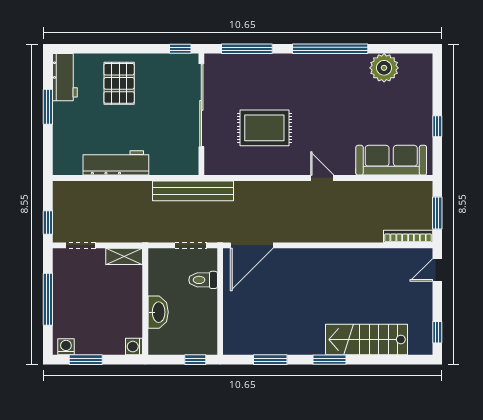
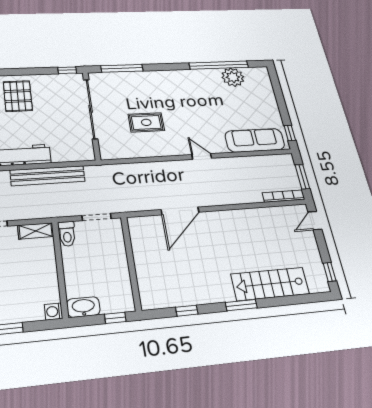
window: (330, 49) -> (219, 65), moved
window: (437, 126) -> (290, 133), moved
rug: (264, 128) -> (146, 122), width x0.73, depth x0.70
bench: (193, 191) -> (48, 176), moved
door: (252, 245) -> (180, 211), moved
toilet: (203, 280) -> (67, 234), moved, turned -90
washbasin: (158, 312) -> (83, 307), moved, turned -90
window: (270, 360) -> (187, 311), width x0.67

